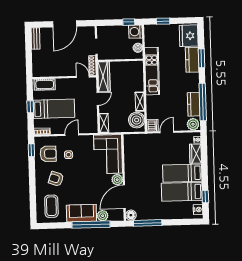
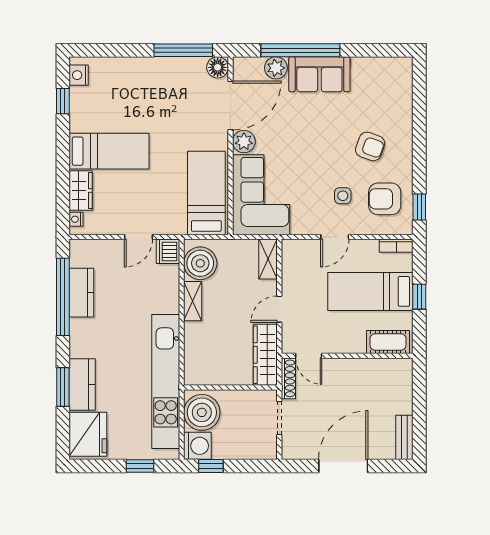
boiler: (138, 48) -> (202, 412), width x1.86, depth x1.86
kitchen unit: (152, 71) -> (166, 381), width x1.36
plant: (193, 124) -> (84, 251), removed
bed: (182, 192) -> (206, 193), moved, turned -90
coffee table: (51, 206) -> (381, 90), removed

